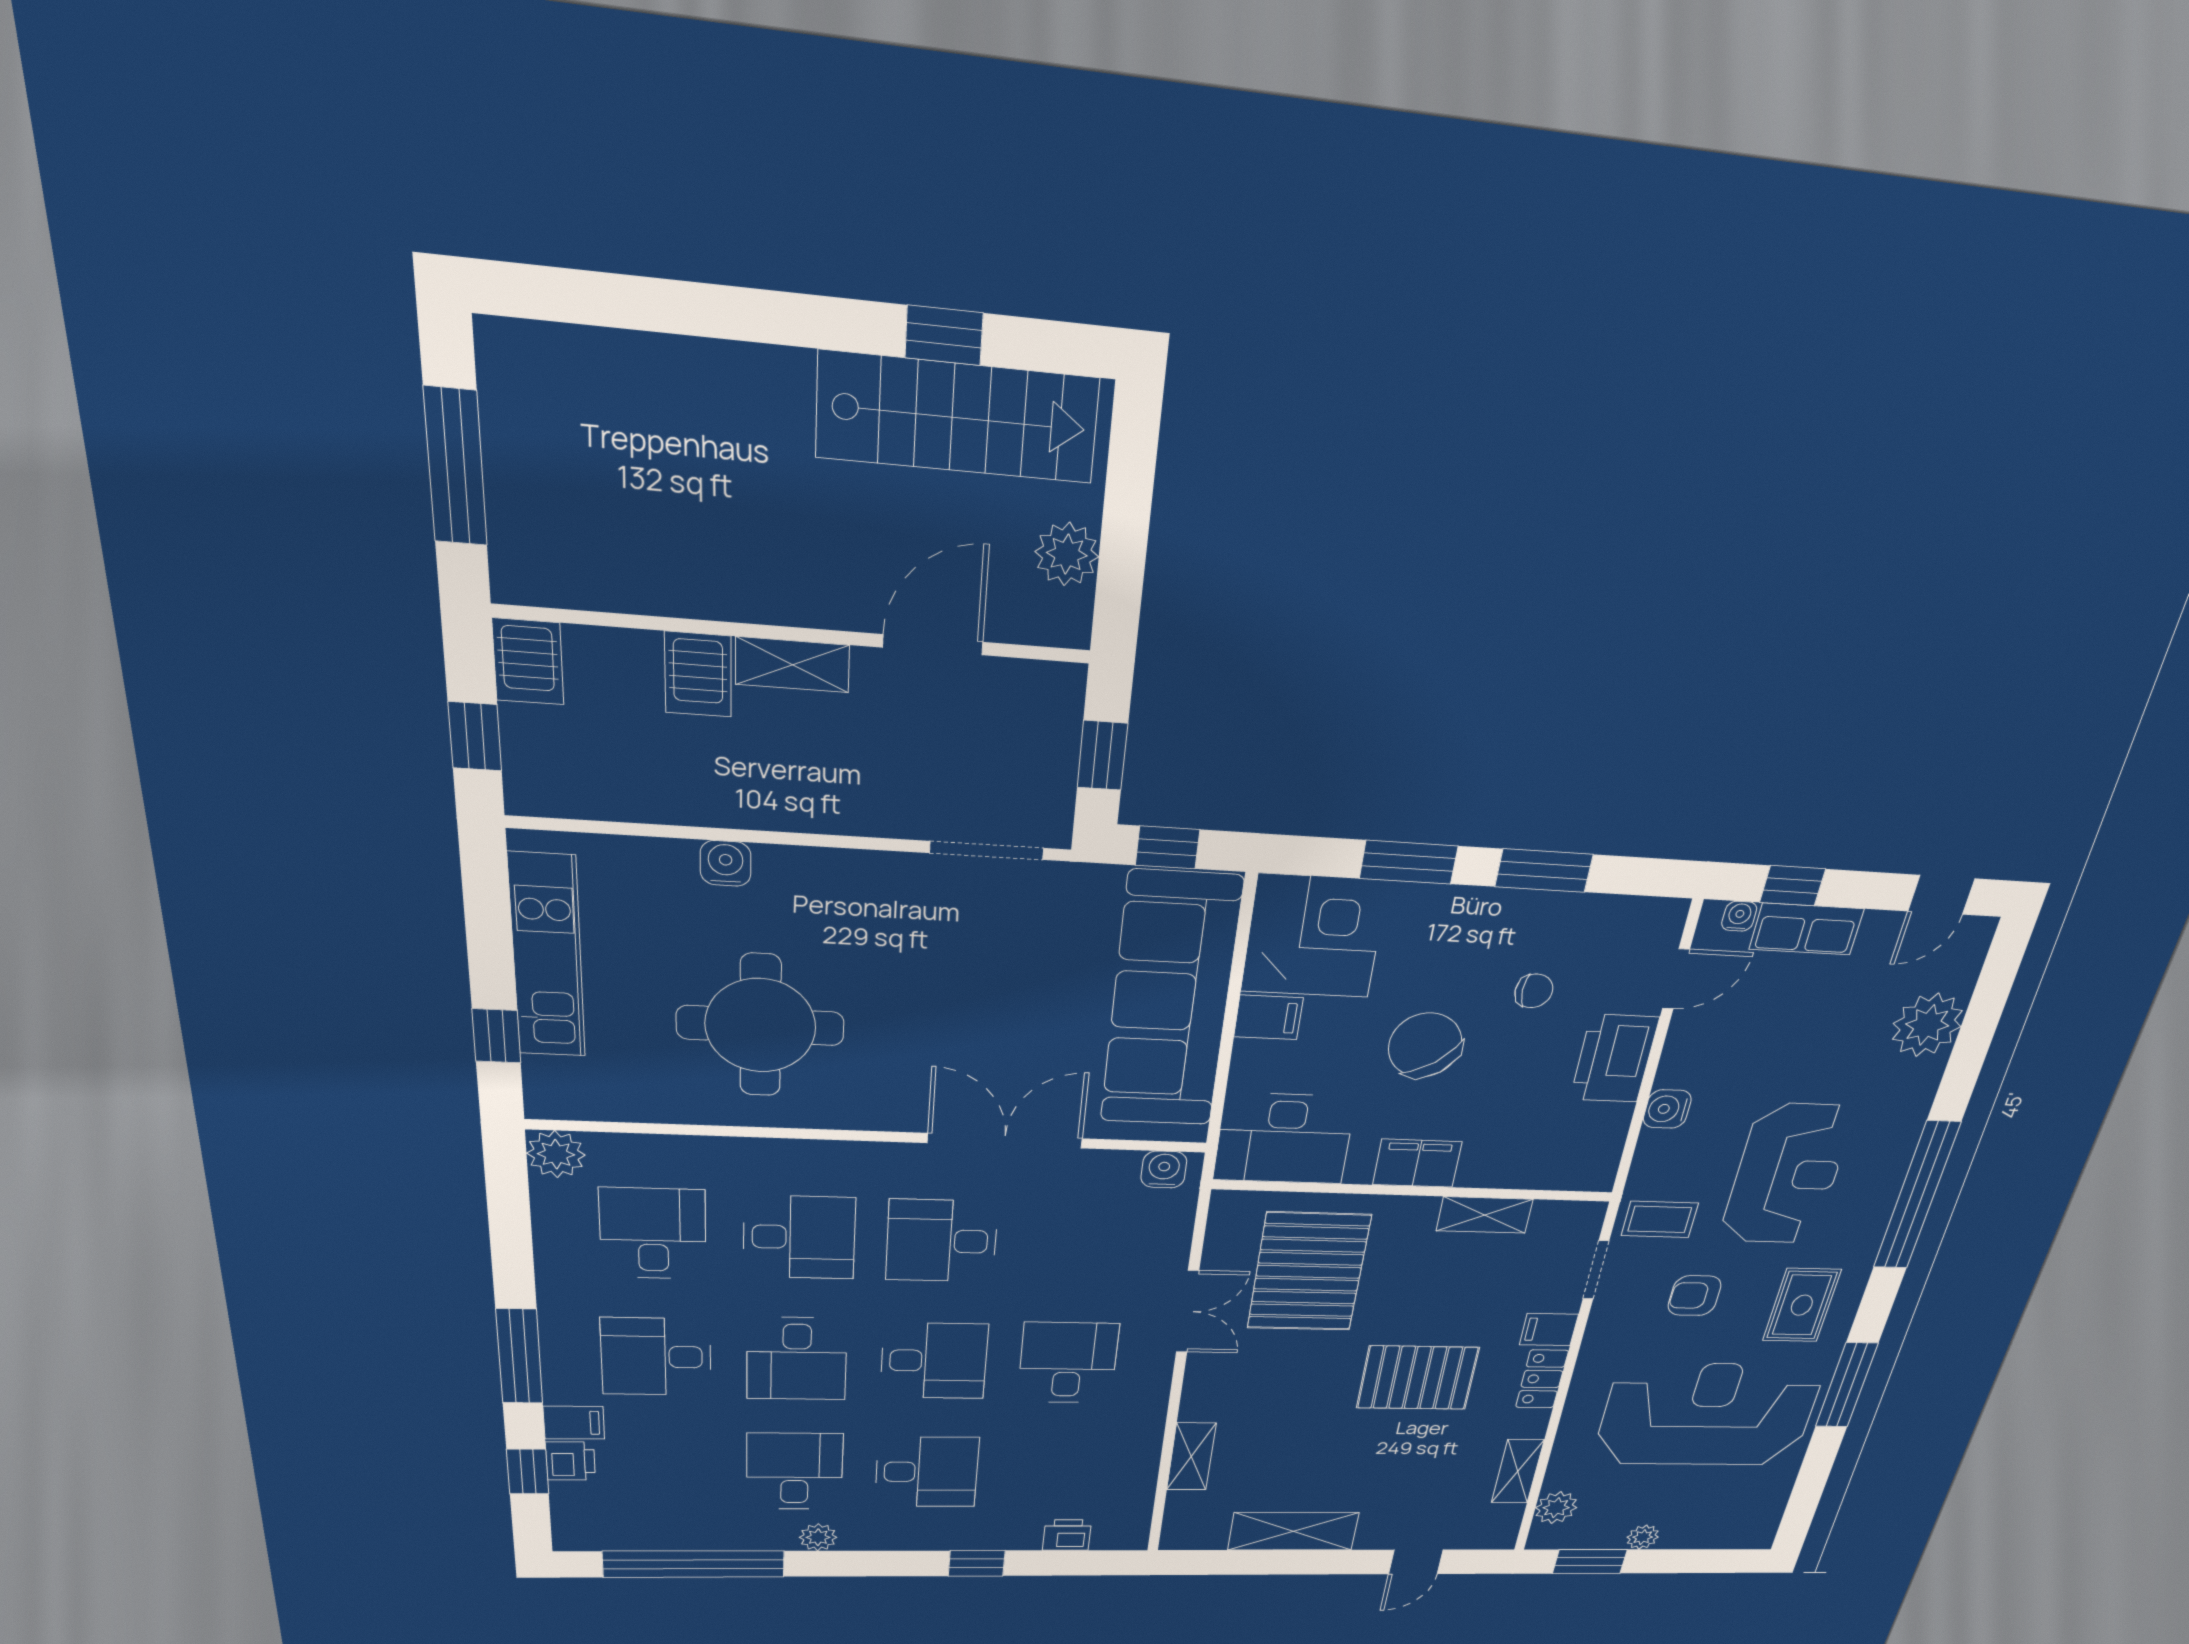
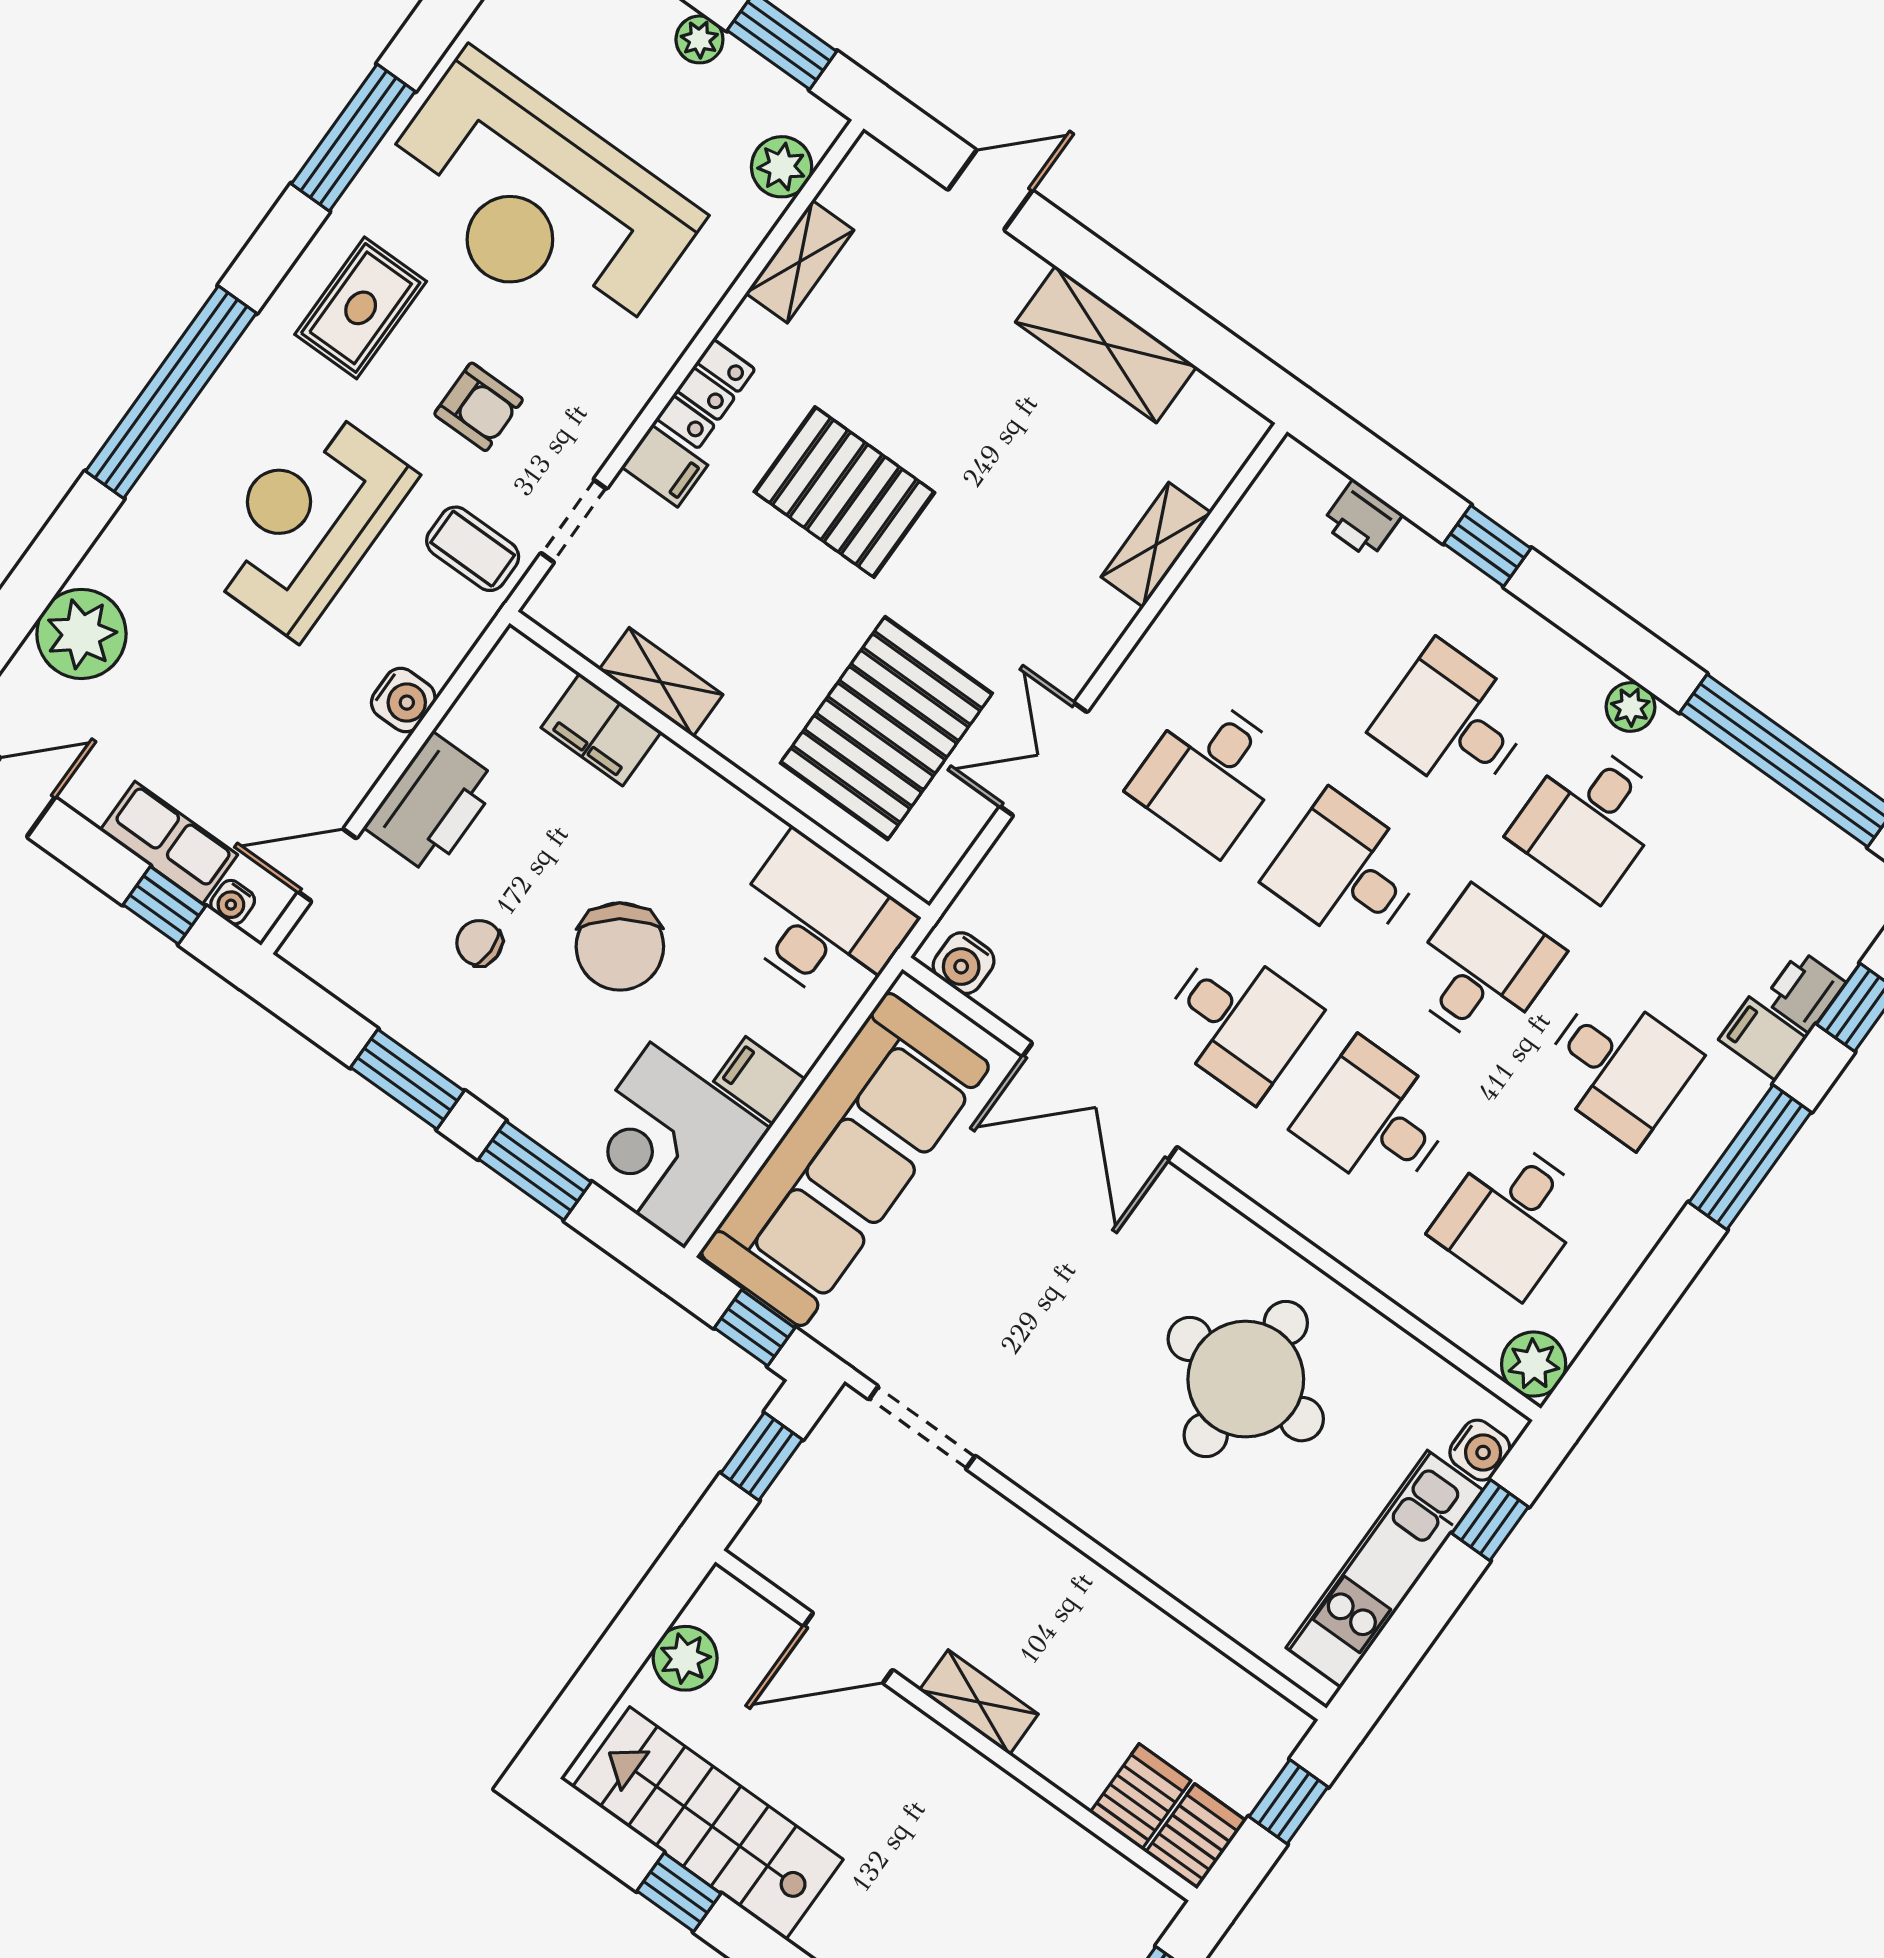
server rack: (698, 674) -> (1140, 1797), moved
water cooler: (726, 863) -> (1480, 1450), moved, turned -90
filing cabinet: (1417, 1163) -> (601, 730), moved

